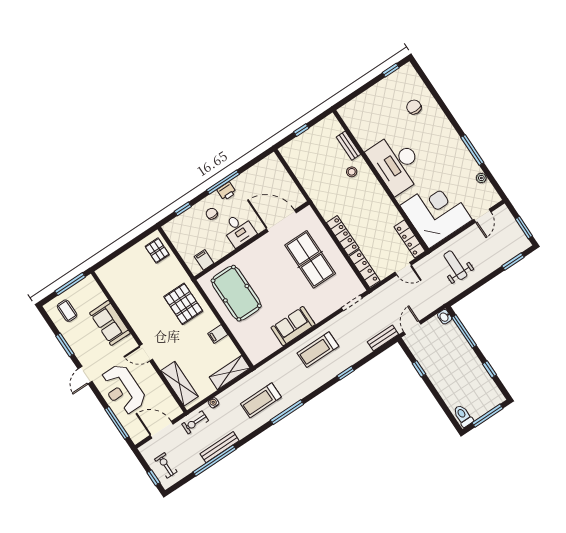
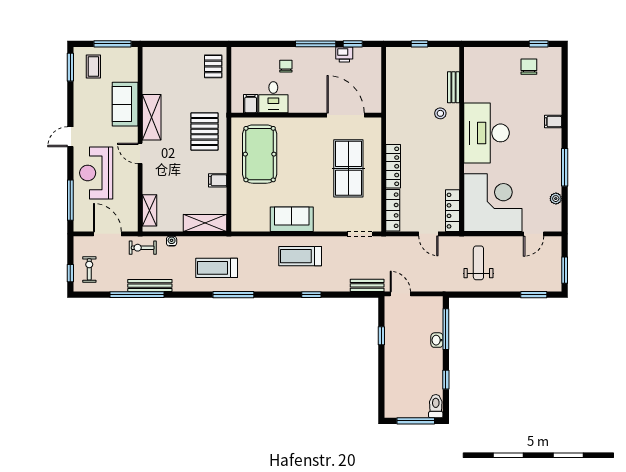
chair: (414, 107) -> (529, 67), moved
filing cabinet: (441, 121) -> (553, 122), added
printer: (227, 191) -> (344, 54), moved
window: (183, 209) -> (353, 44), moved
desk: (239, 230) -> (273, 97), moved
washbasin: (445, 317) -> (437, 340), moved
shelving: (136, 320) -> (152, 117), added
door: (412, 328) -> (400, 294), hinge flipped
window: (65, 345) -> (70, 67), moved
shelving: (179, 384) -> (150, 210), width x0.67, depth x0.75
toilet: (463, 416) -> (436, 406), moved

